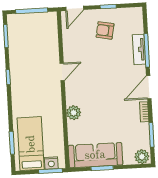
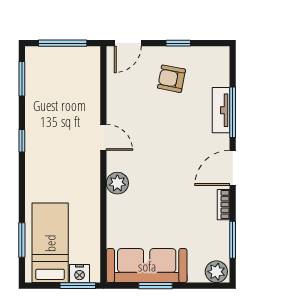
door: (62, 72) -> (103, 137), hinge flipped
plant: (74, 113) -> (117, 183), moved

